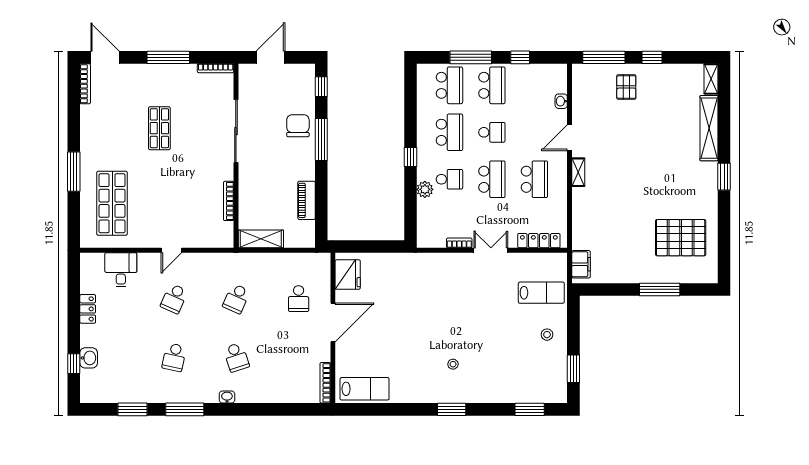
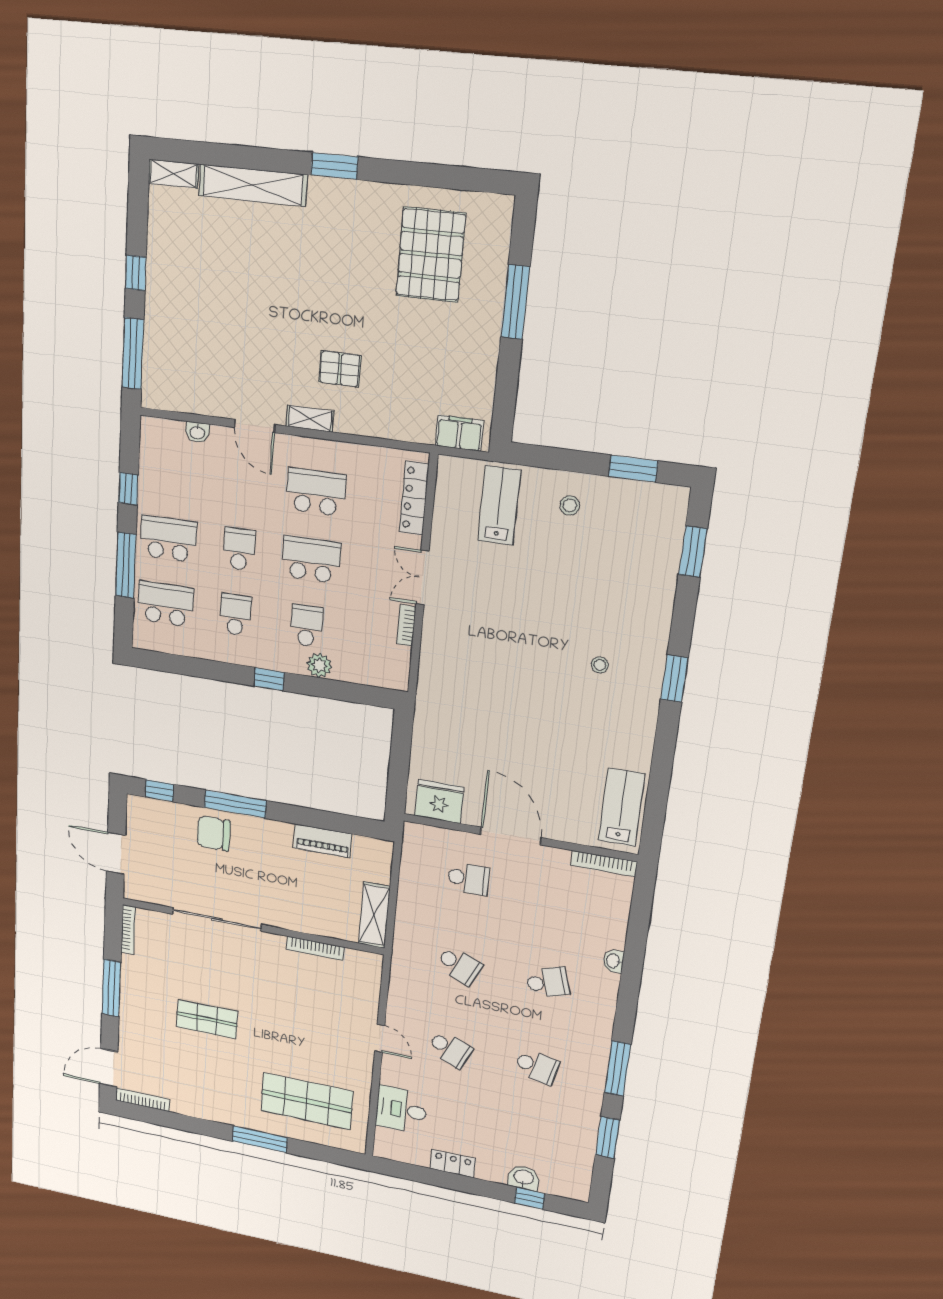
pallet: (626, 87) -> (340, 369), moved
school desk: (449, 132) -> (235, 615), width x0.54
washbasin: (227, 397) -> (613, 961), moved

